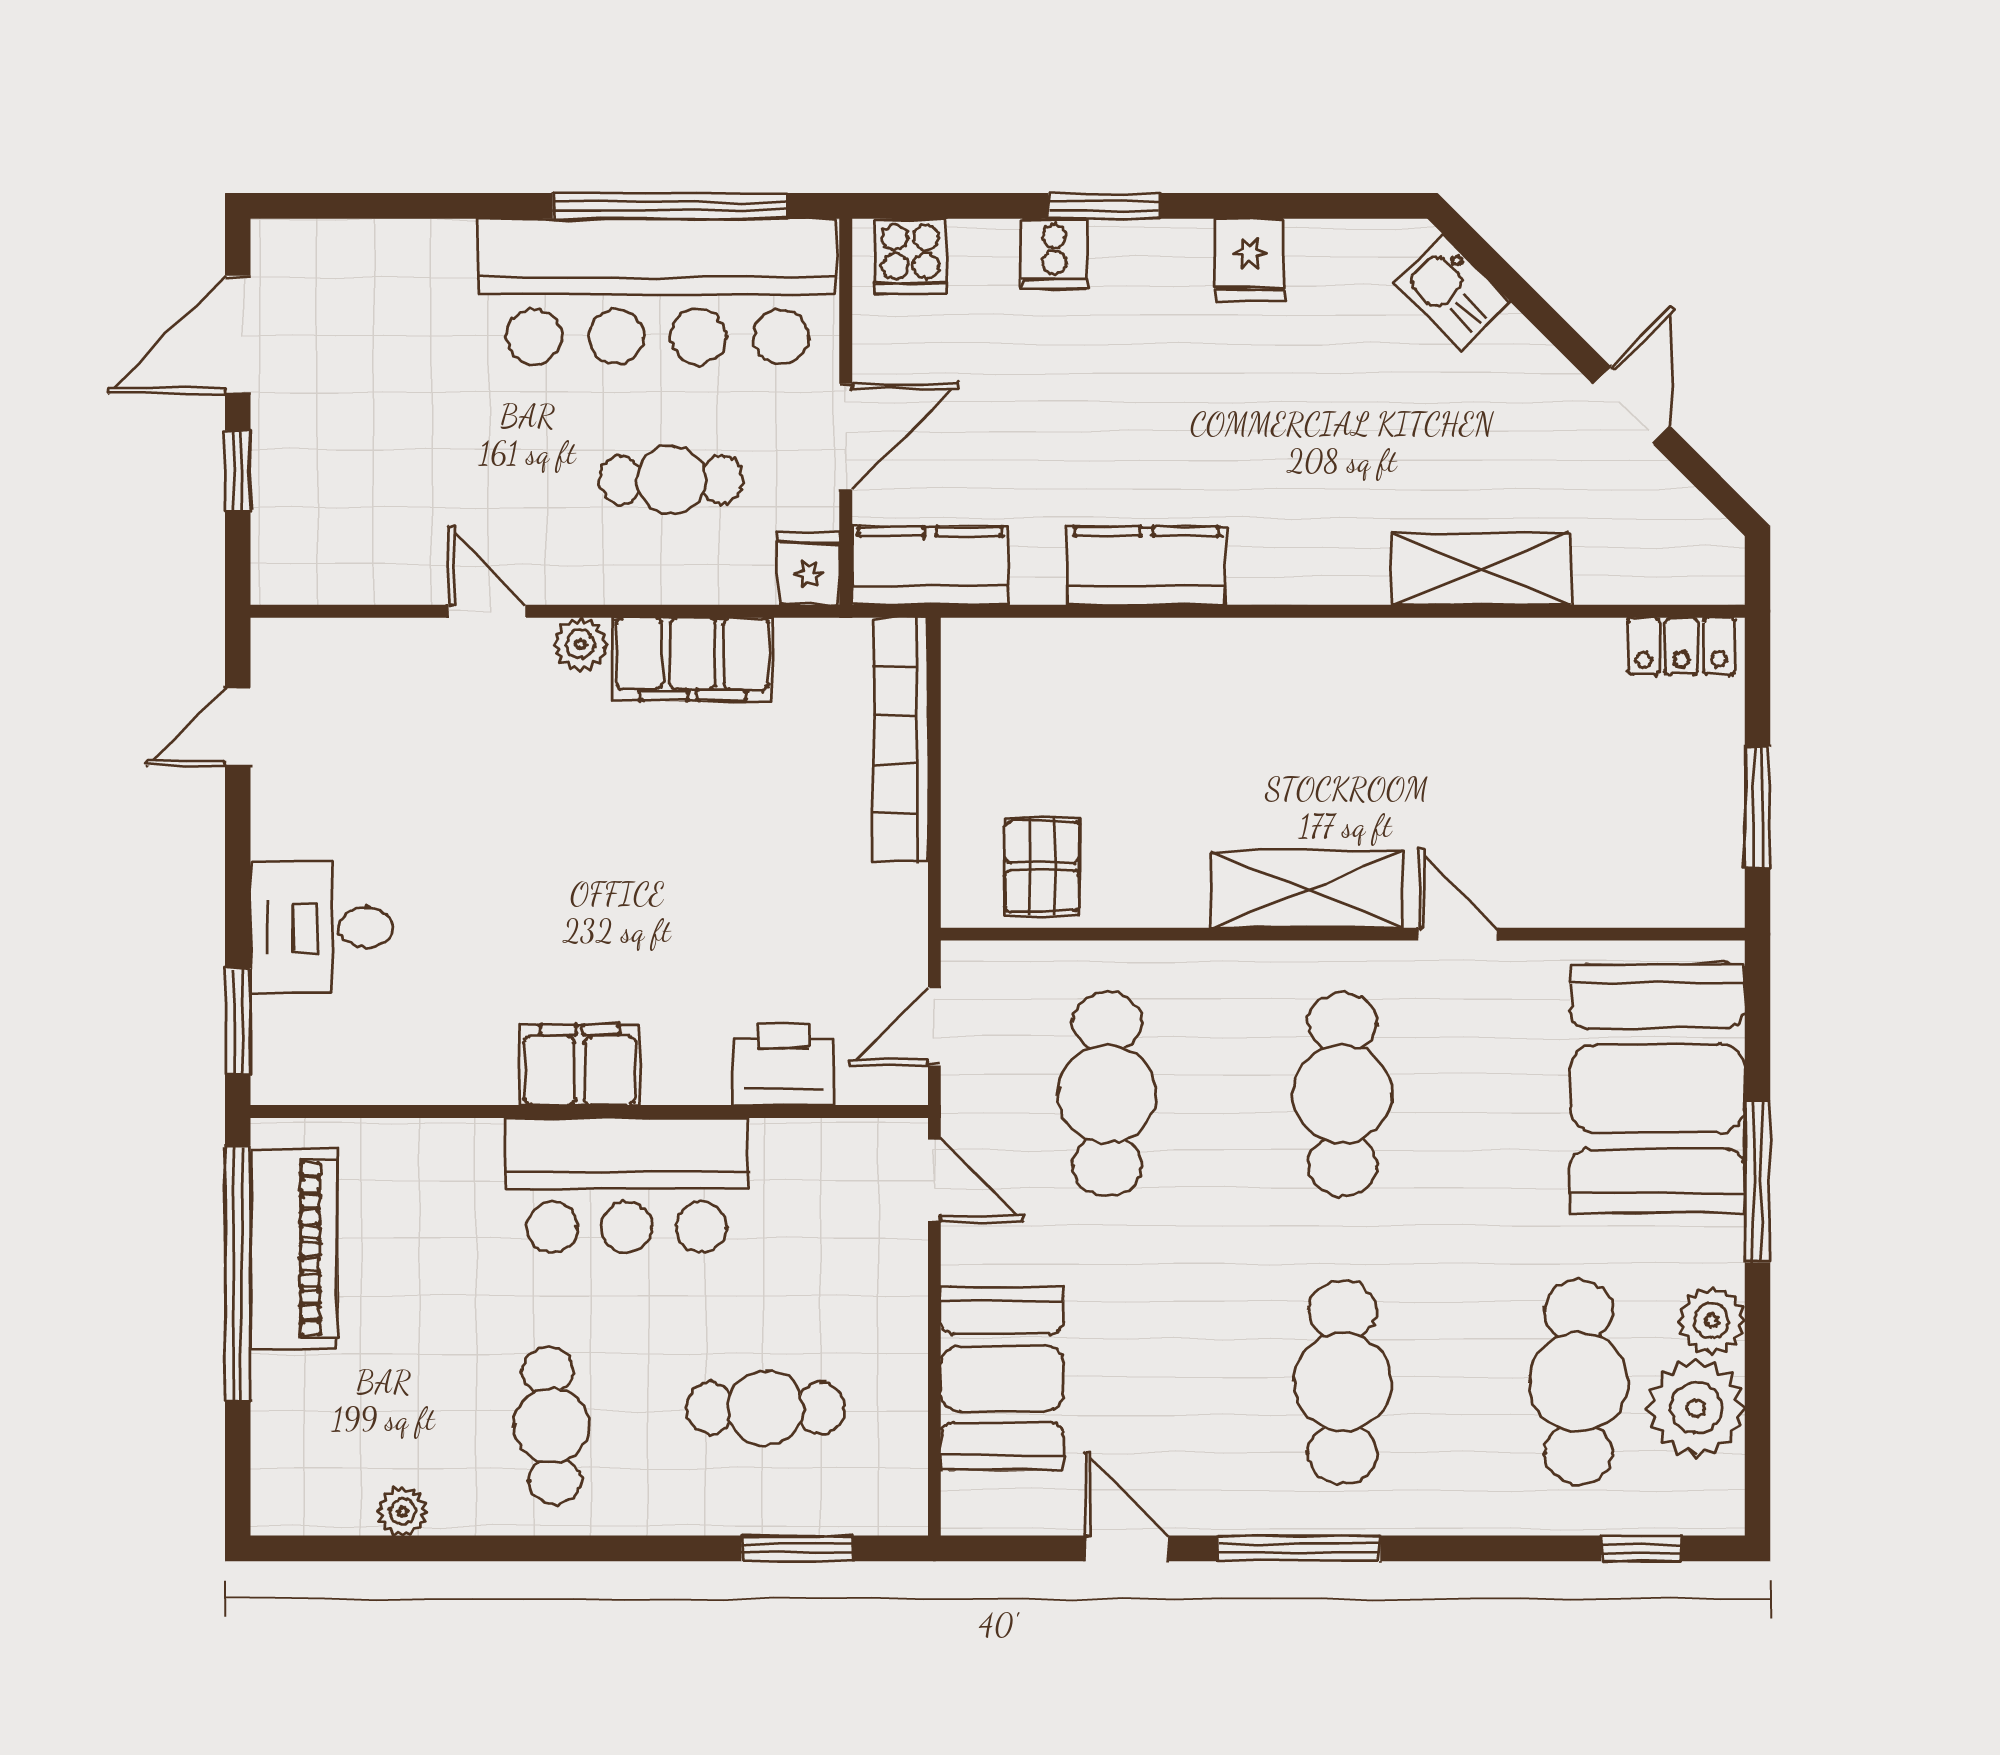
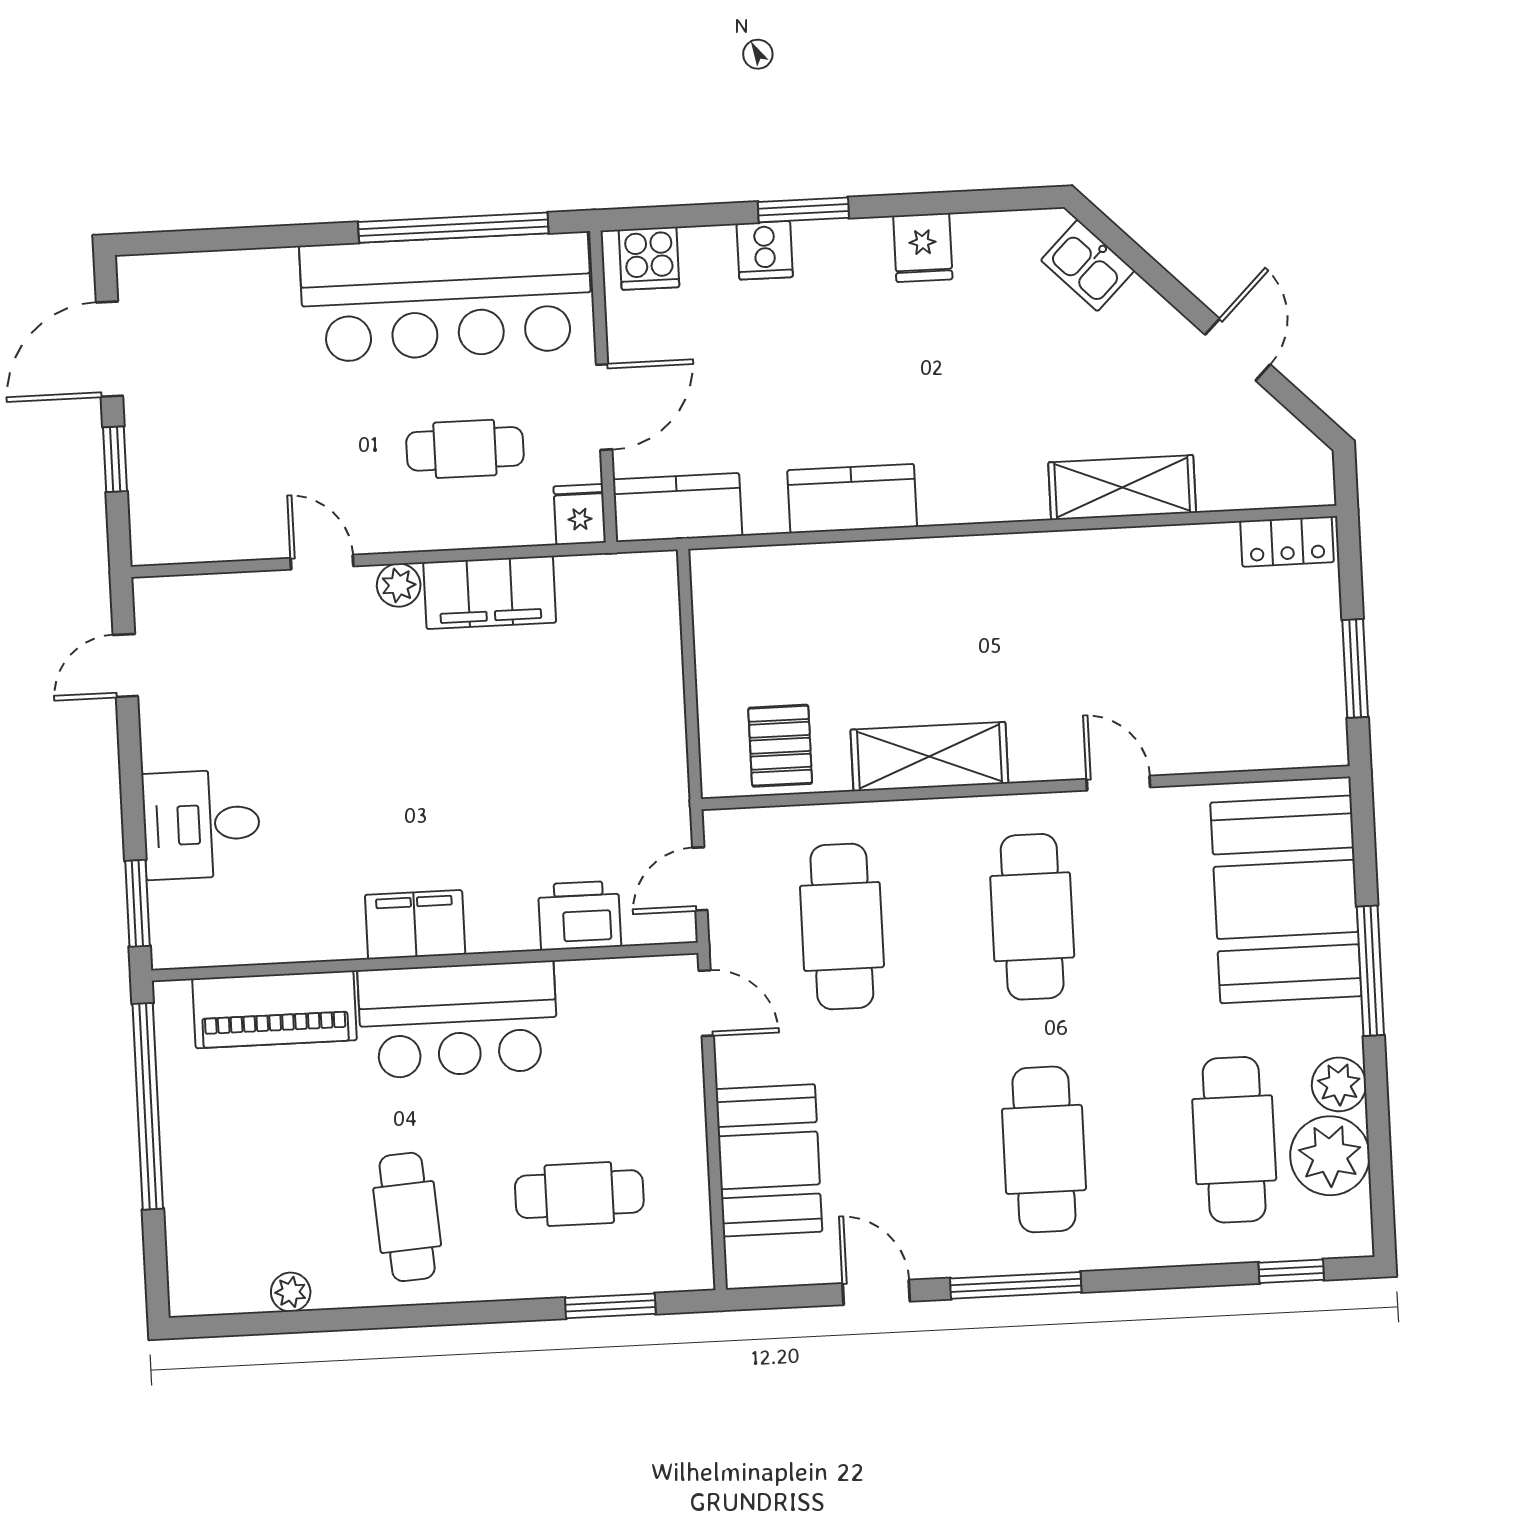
bookcase: (900, 739) -> (661, 649), removed
shelving: (1307, 889) -> (929, 757), moved
piano: (294, 1249) -> (274, 1009), moved, turned 90

